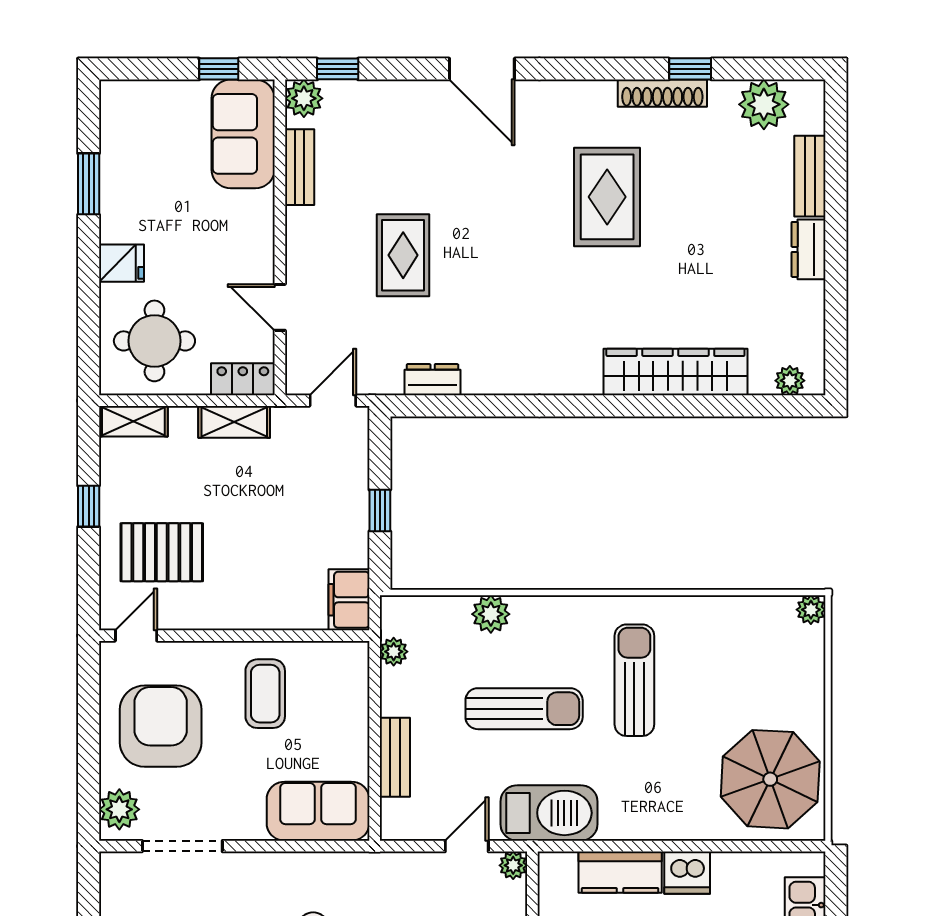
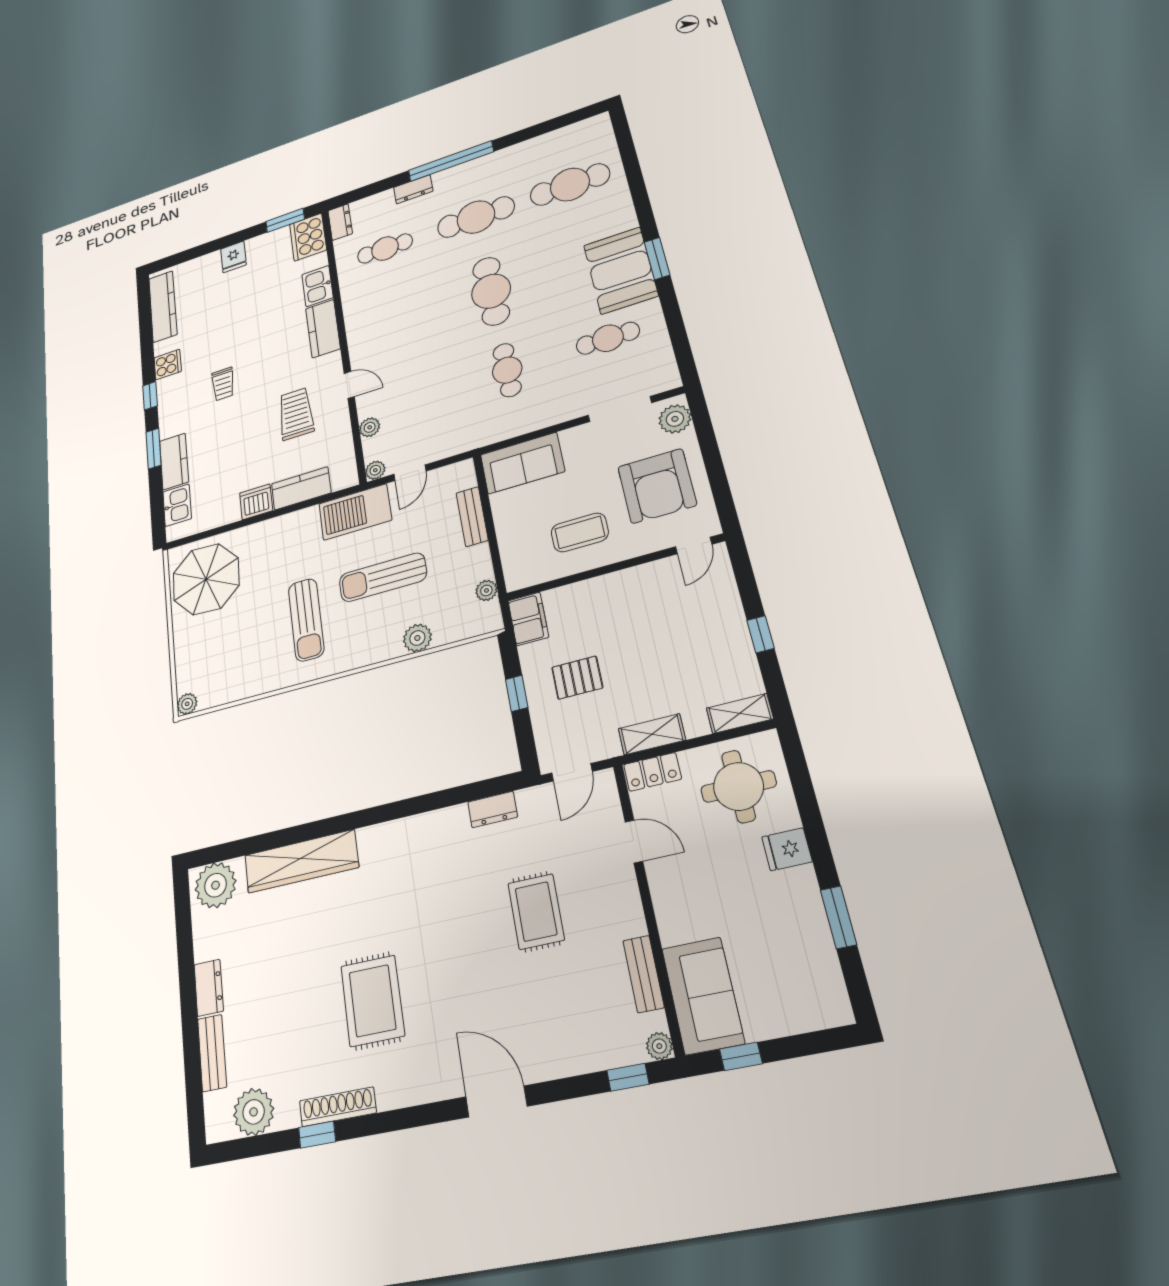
plant: (304, 98) -> (659, 1046), width x0.73, depth x0.73
plant: (790, 381) -> (216, 885), width x1.88, depth x1.88
pallet: (162, 552) -> (577, 678), moved, width x0.67, depth x0.71
coffee table: (265, 694) -> (580, 532), turned 90

